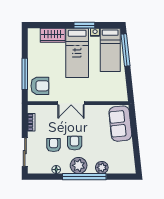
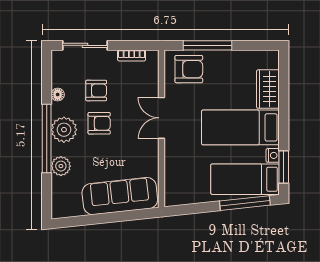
window: (84, 25) -> (284, 167), moved
armchair: (40, 86) -> (189, 69), turned -90
sofa: (120, 124) -> (120, 196), width x1.36

